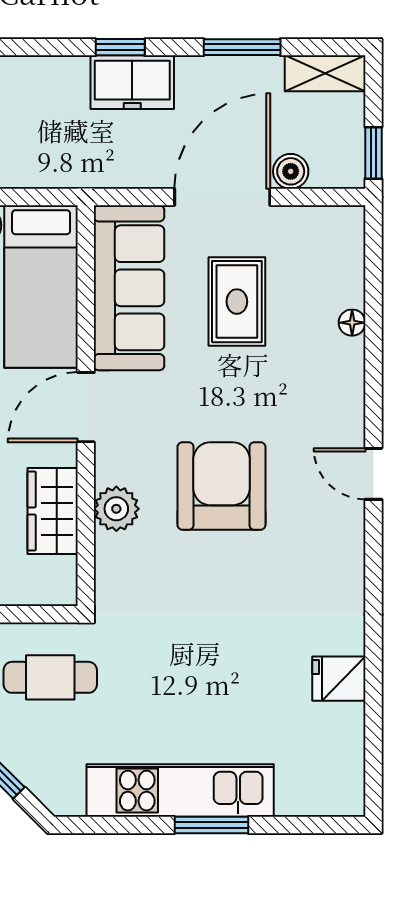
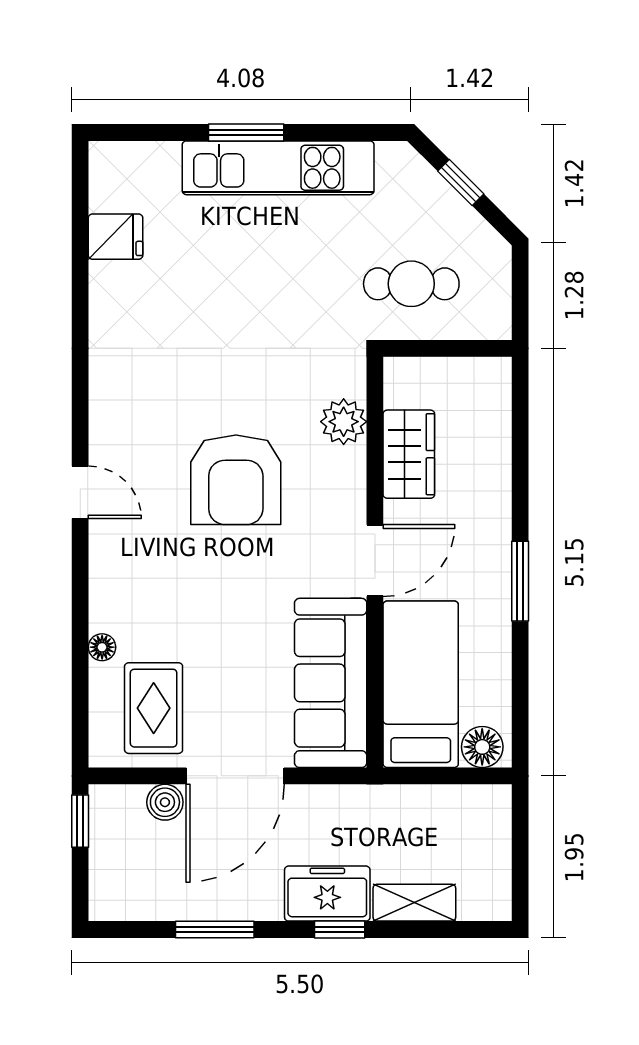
shelving: (325, 73) -> (414, 903), moved
rug: (237, 302) -> (154, 708), moved
plant: (116, 509) -> (344, 422), moved
fridge: (339, 679) -> (116, 237), moved

